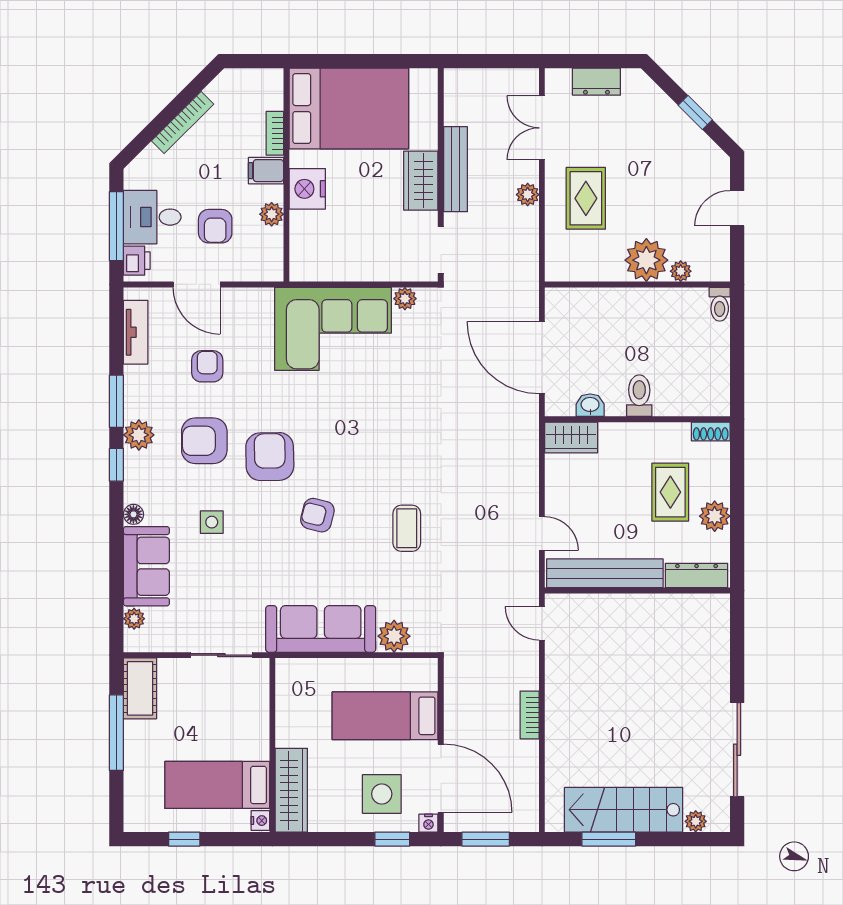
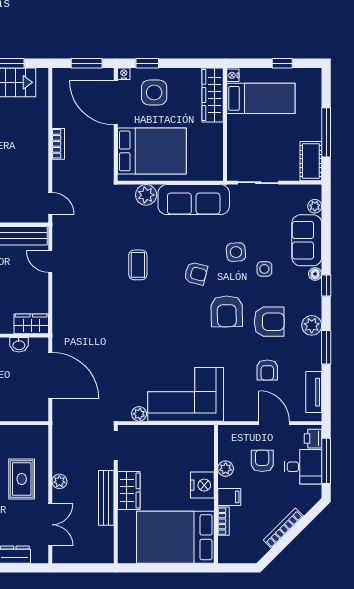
window: (116, 465) -> (326, 286), moved
side table: (256, 548) -> (236, 252), added
bed: (385, 716) -> (152, 151), width x1.50

